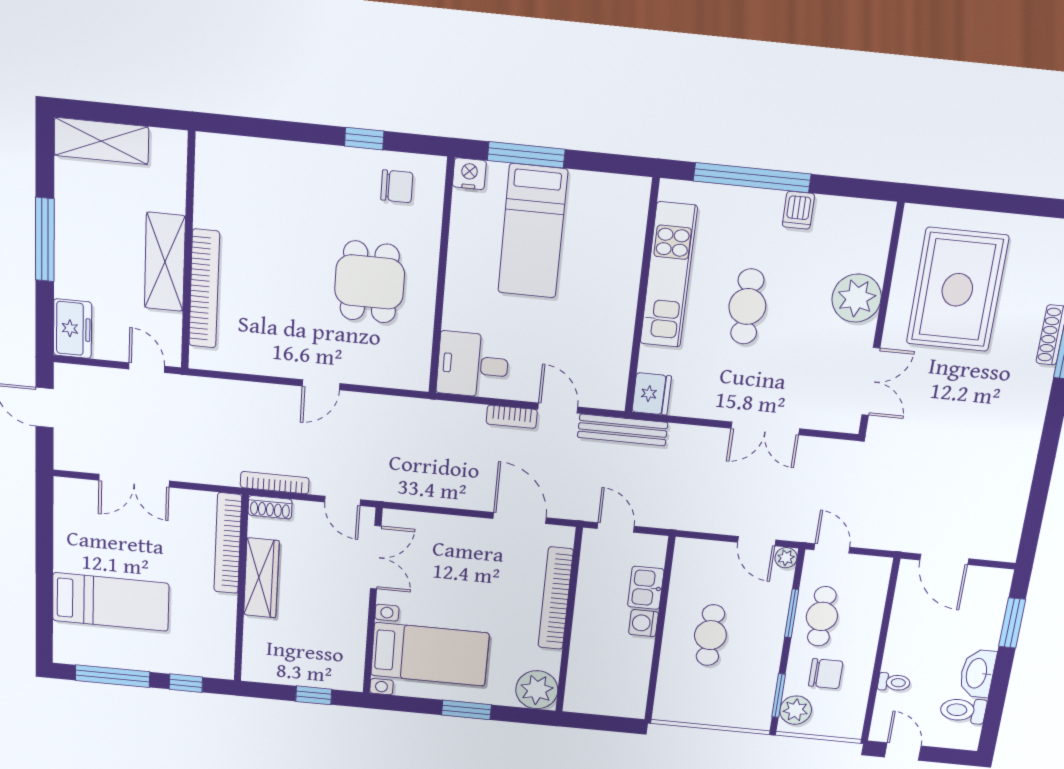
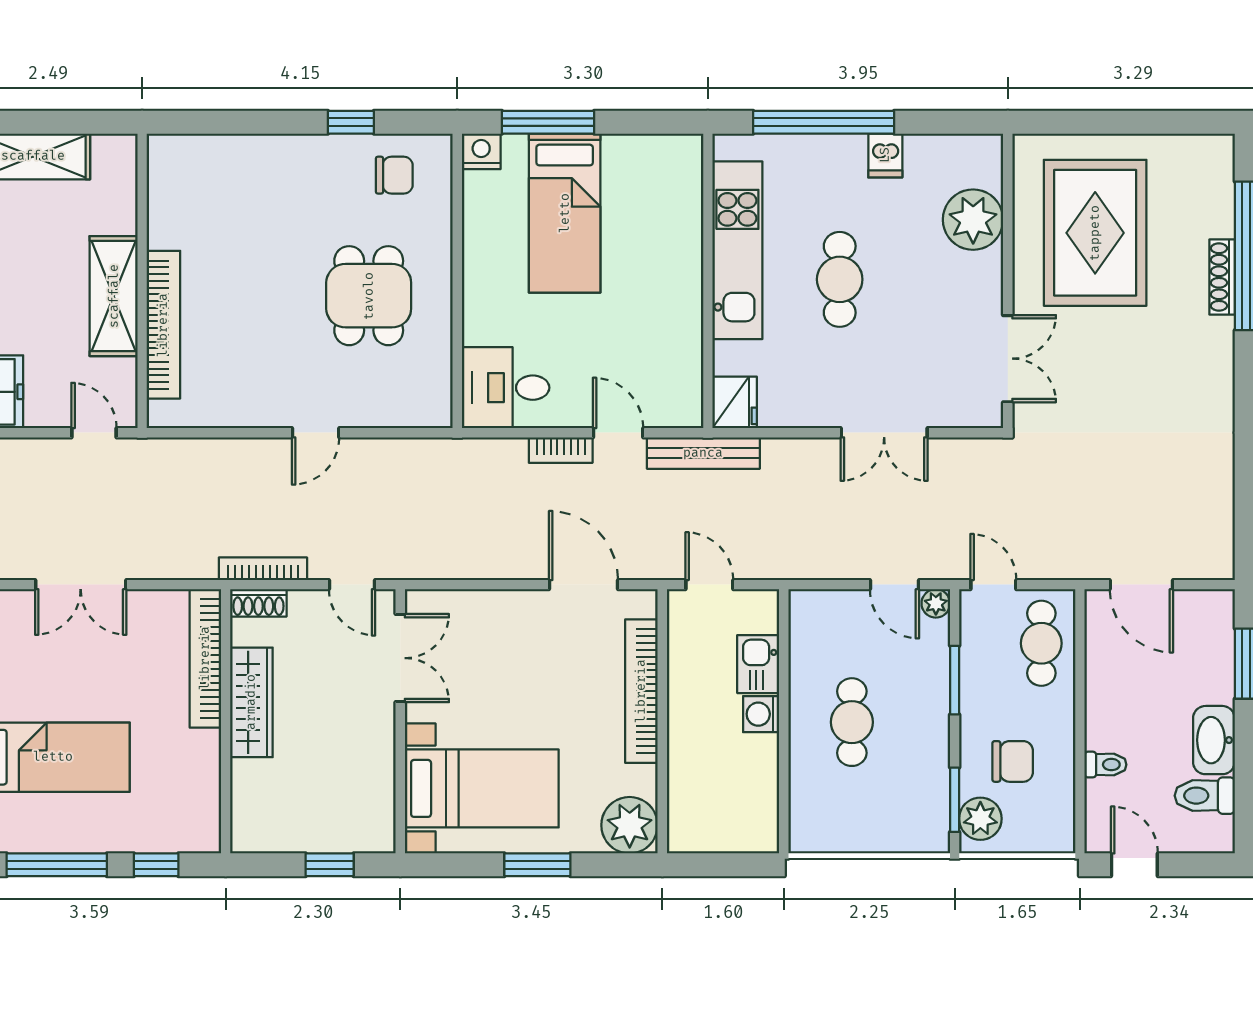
plant: (857, 298) -> (973, 220), moved
cafe table: (822, 616) -> (1041, 643), moved

